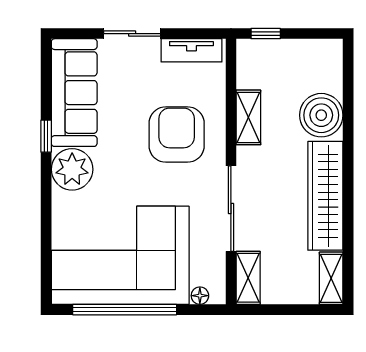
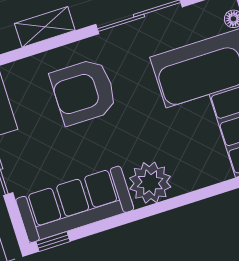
window: (46, 136) -> (53, 241), moved

